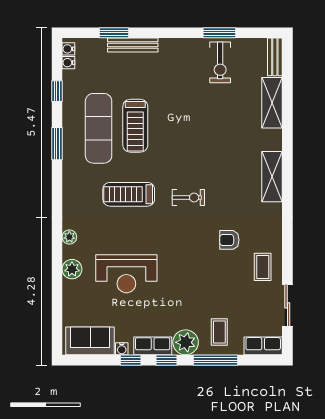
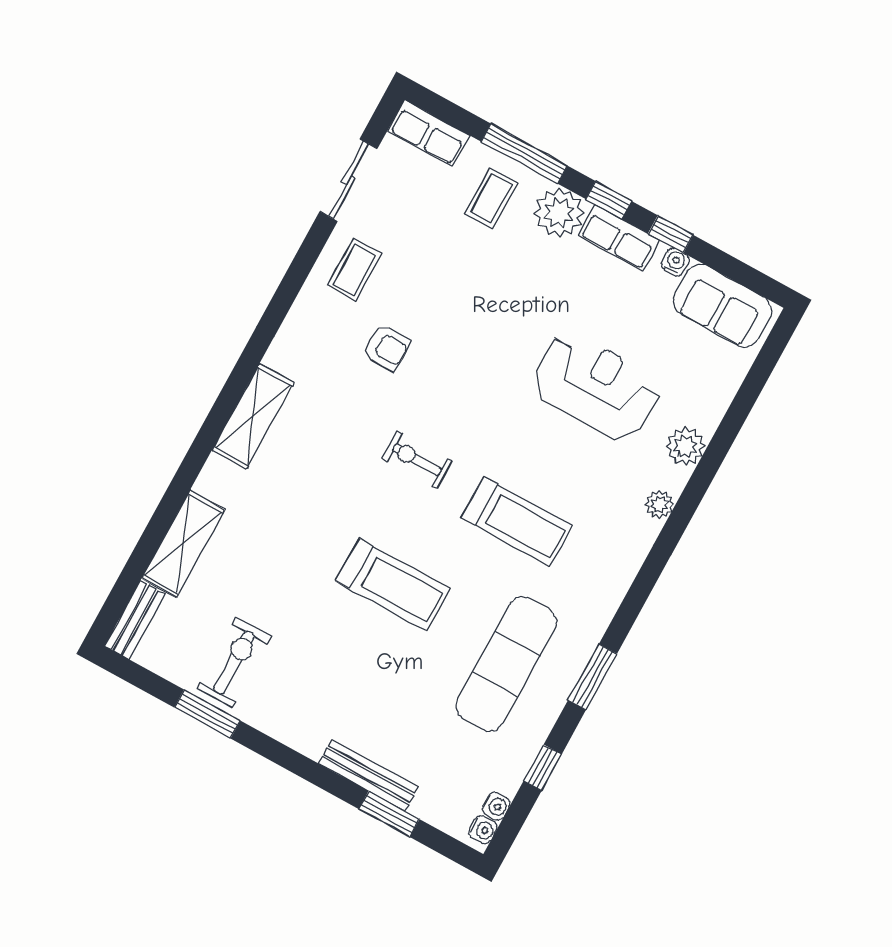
treadmill: (135, 126) -> (393, 585), moved, turned 90

